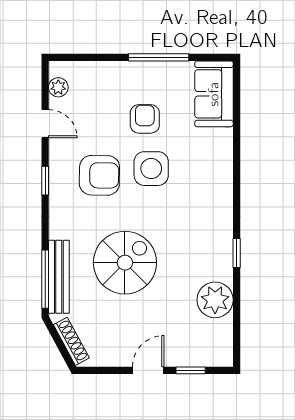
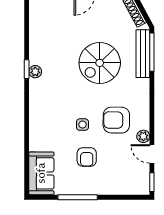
plant: (58, 87) -> (143, 136), moved
side table: (151, 169) -> (82, 125), width x0.54, depth x0.54
window: (45, 181) -> (152, 182), moved
plant: (215, 300) -> (35, 72), moved, width x0.53, depth x0.53

